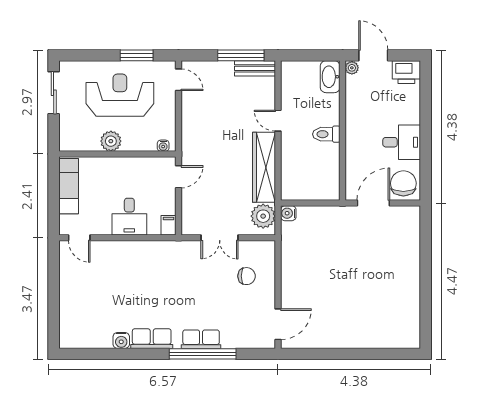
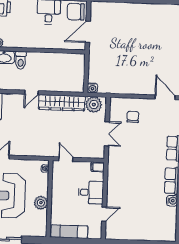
toilet: (326, 134) -> (21, 60), moved
door: (373, 203) -> (88, 32), hinge flipped
door: (79, 238) -> (104, 214), moved

